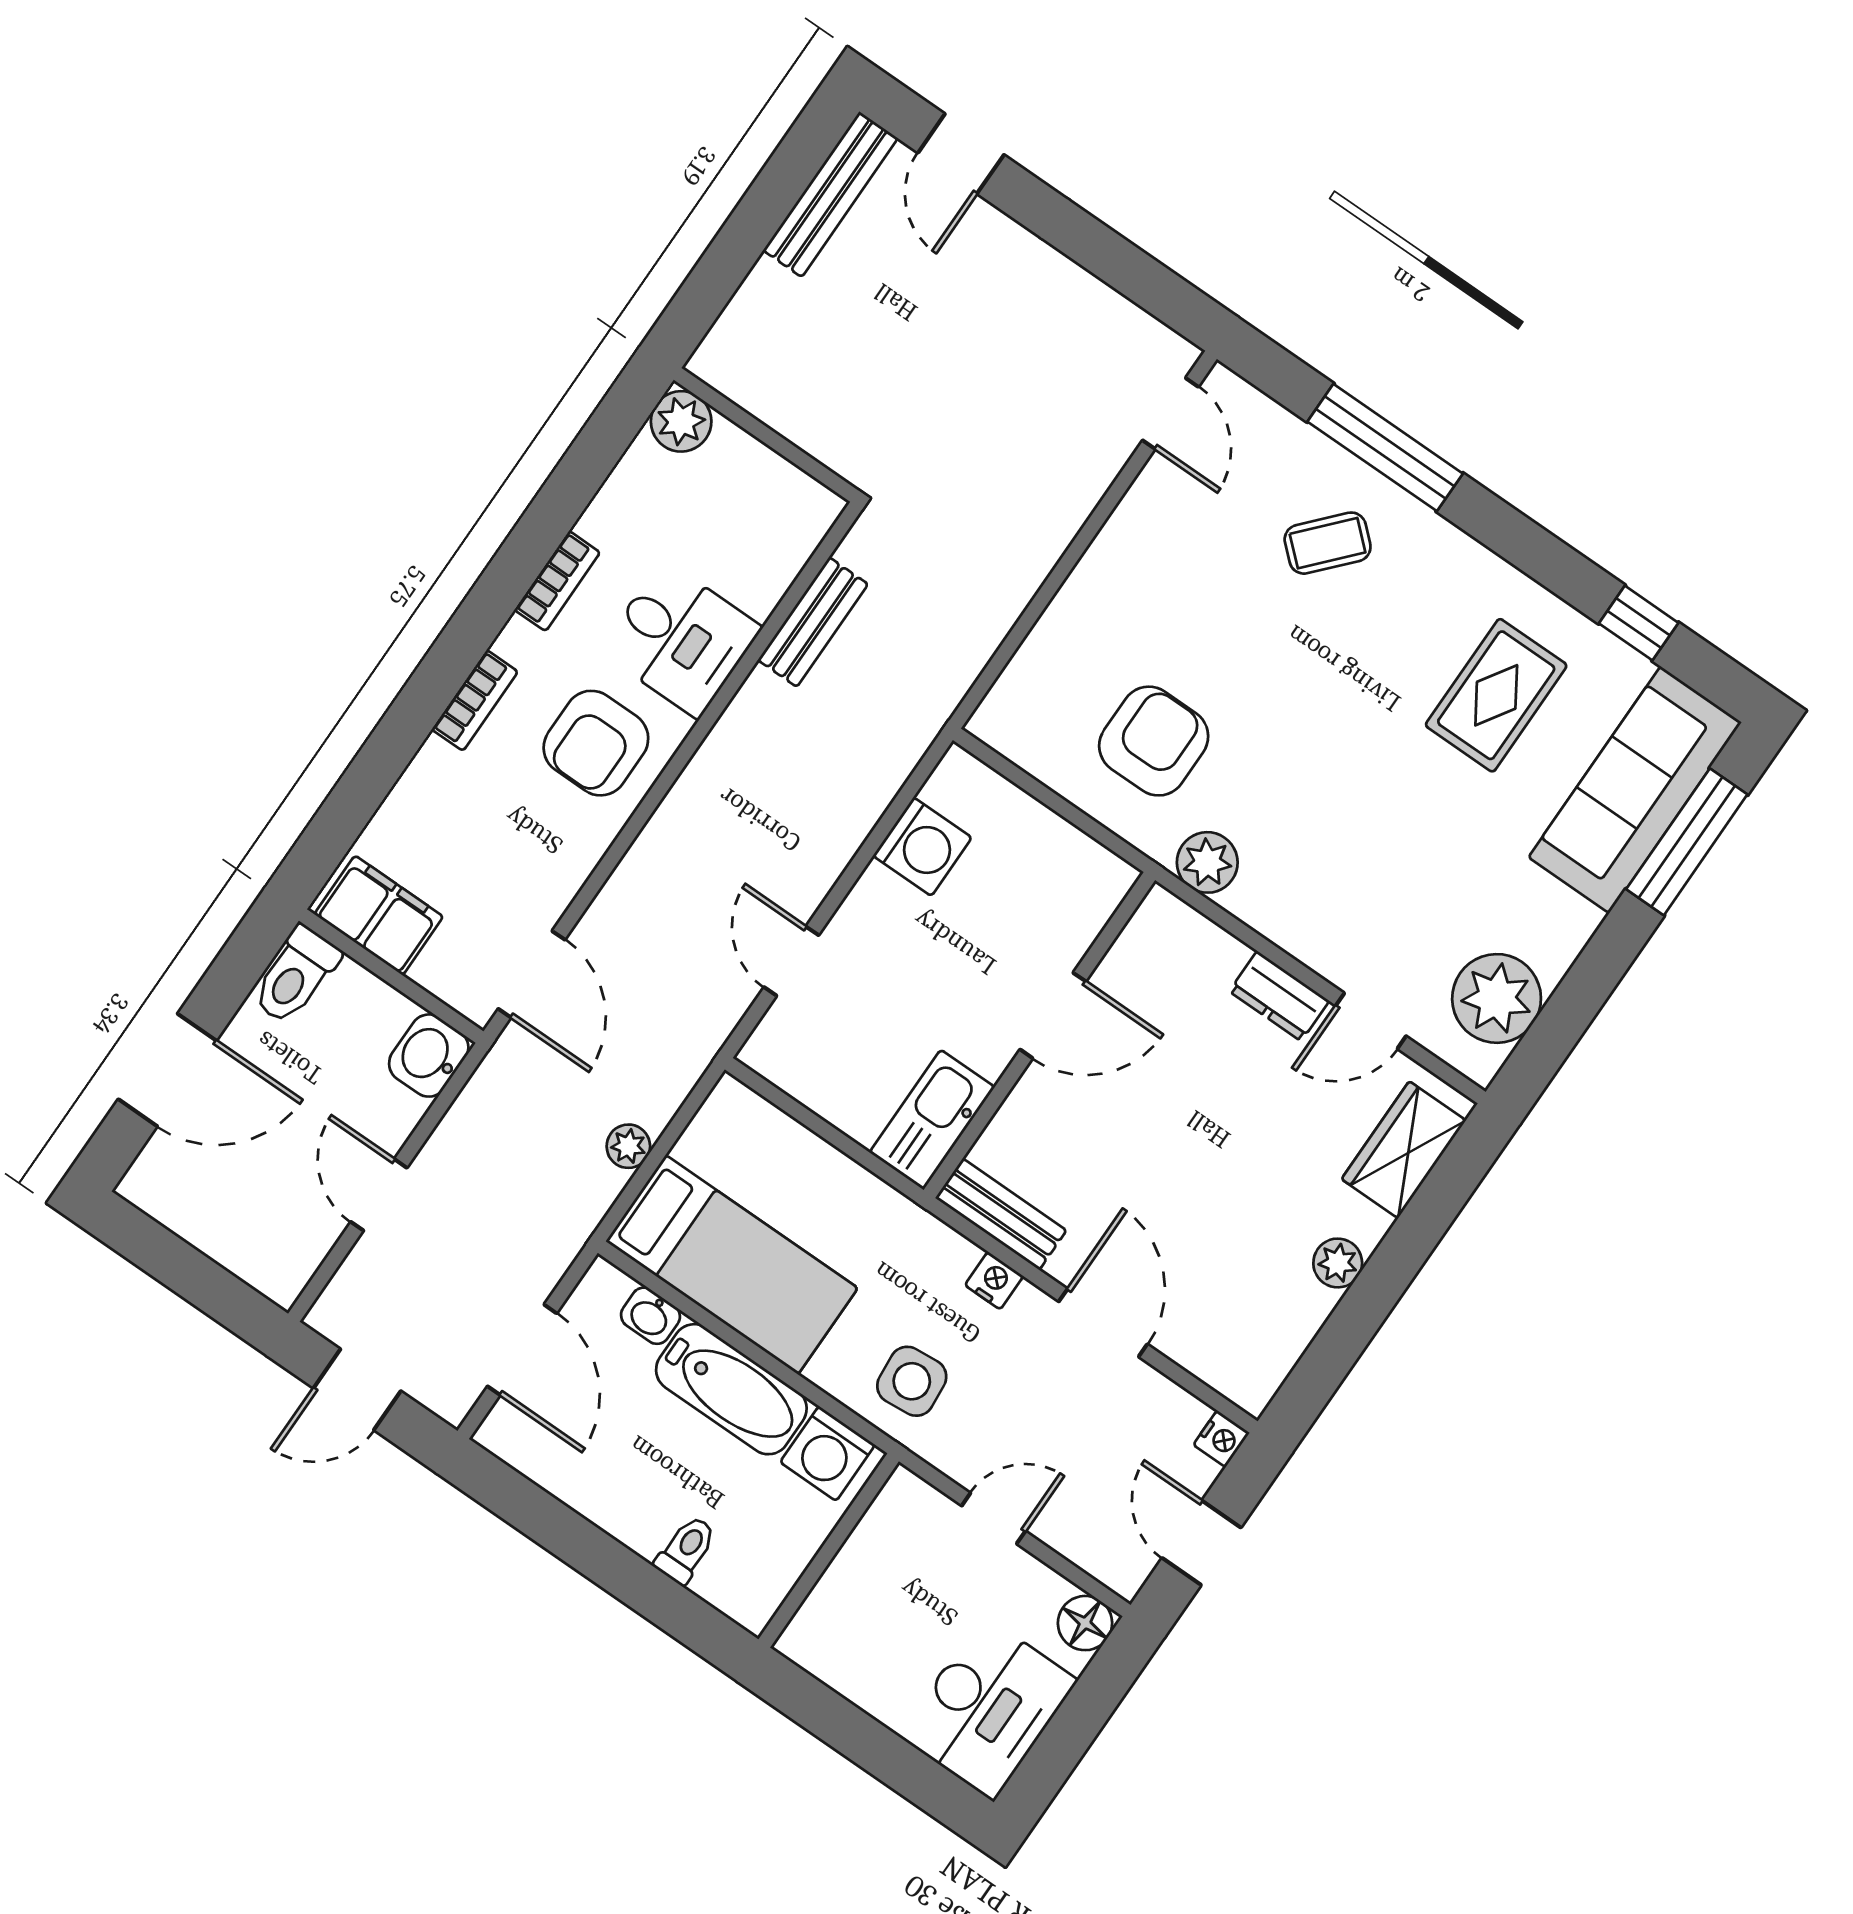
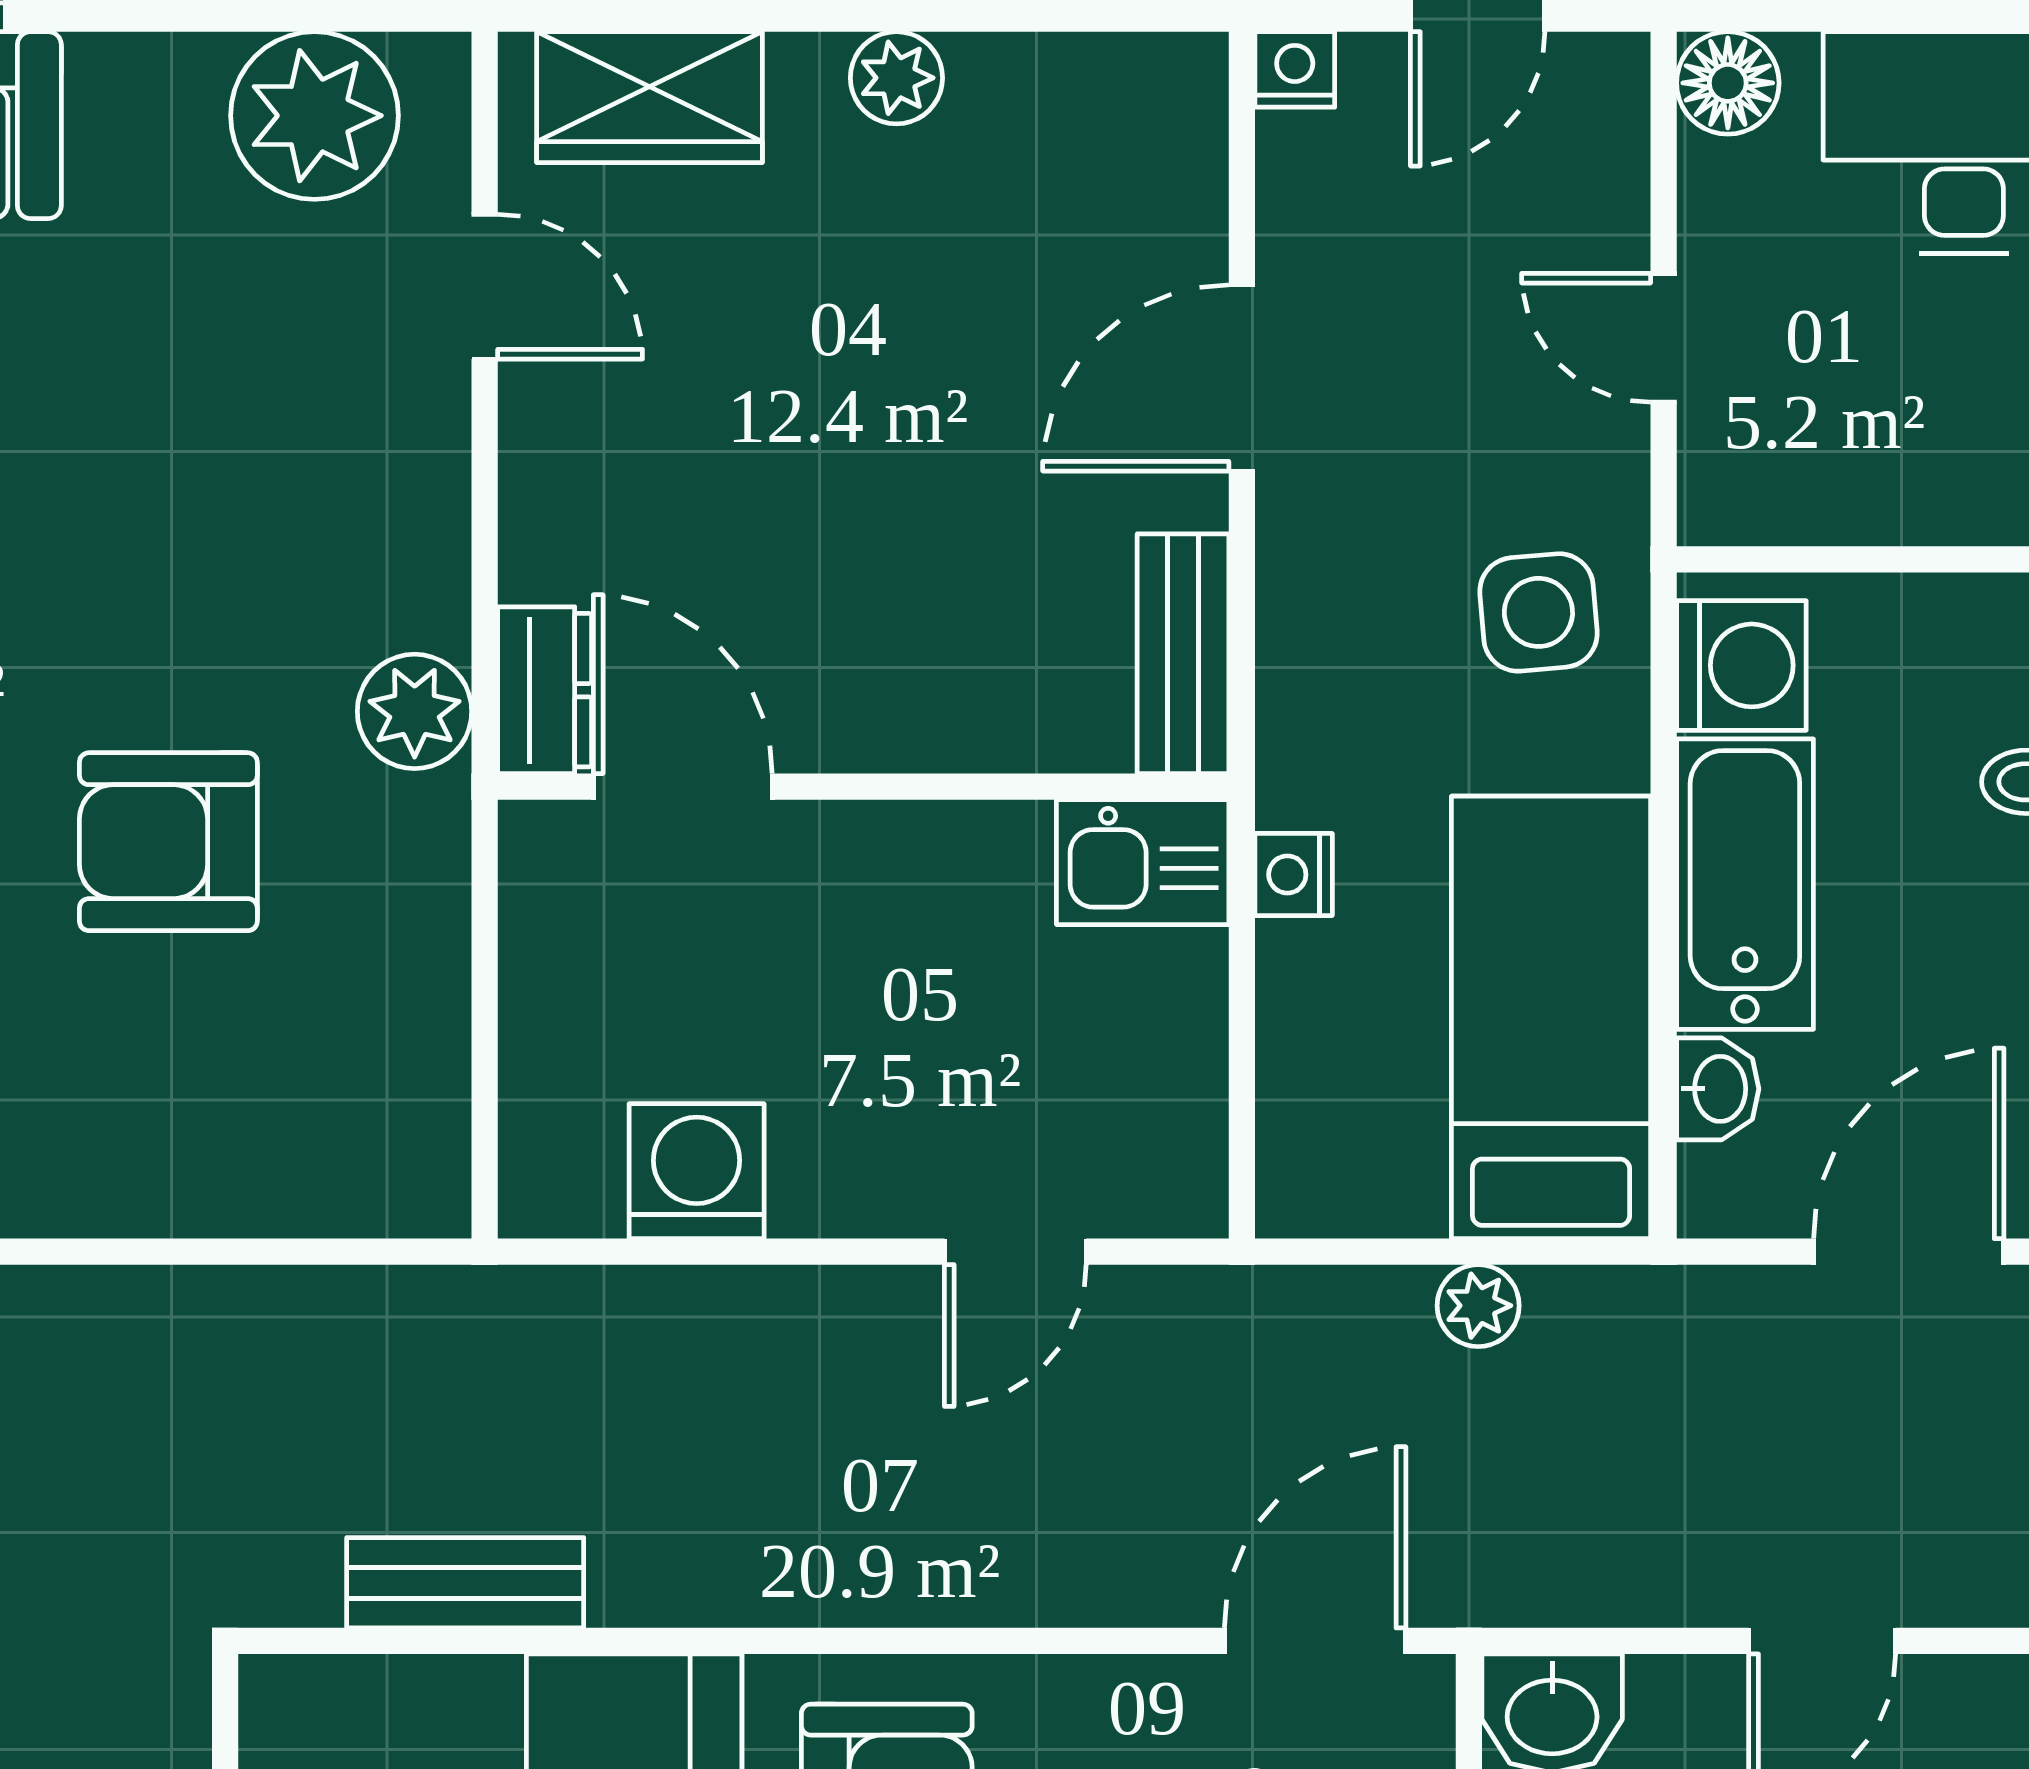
armchair: (1154, 741) -> (168, 842), moved
dresser: (1279, 996) -> (545, 690), moved
door: (1053, 1015) -> (683, 787), moved
kitchen sink: (932, 1120) -> (1143, 862), width x0.73
nightstand: (994, 1281) -> (1294, 875), moved

